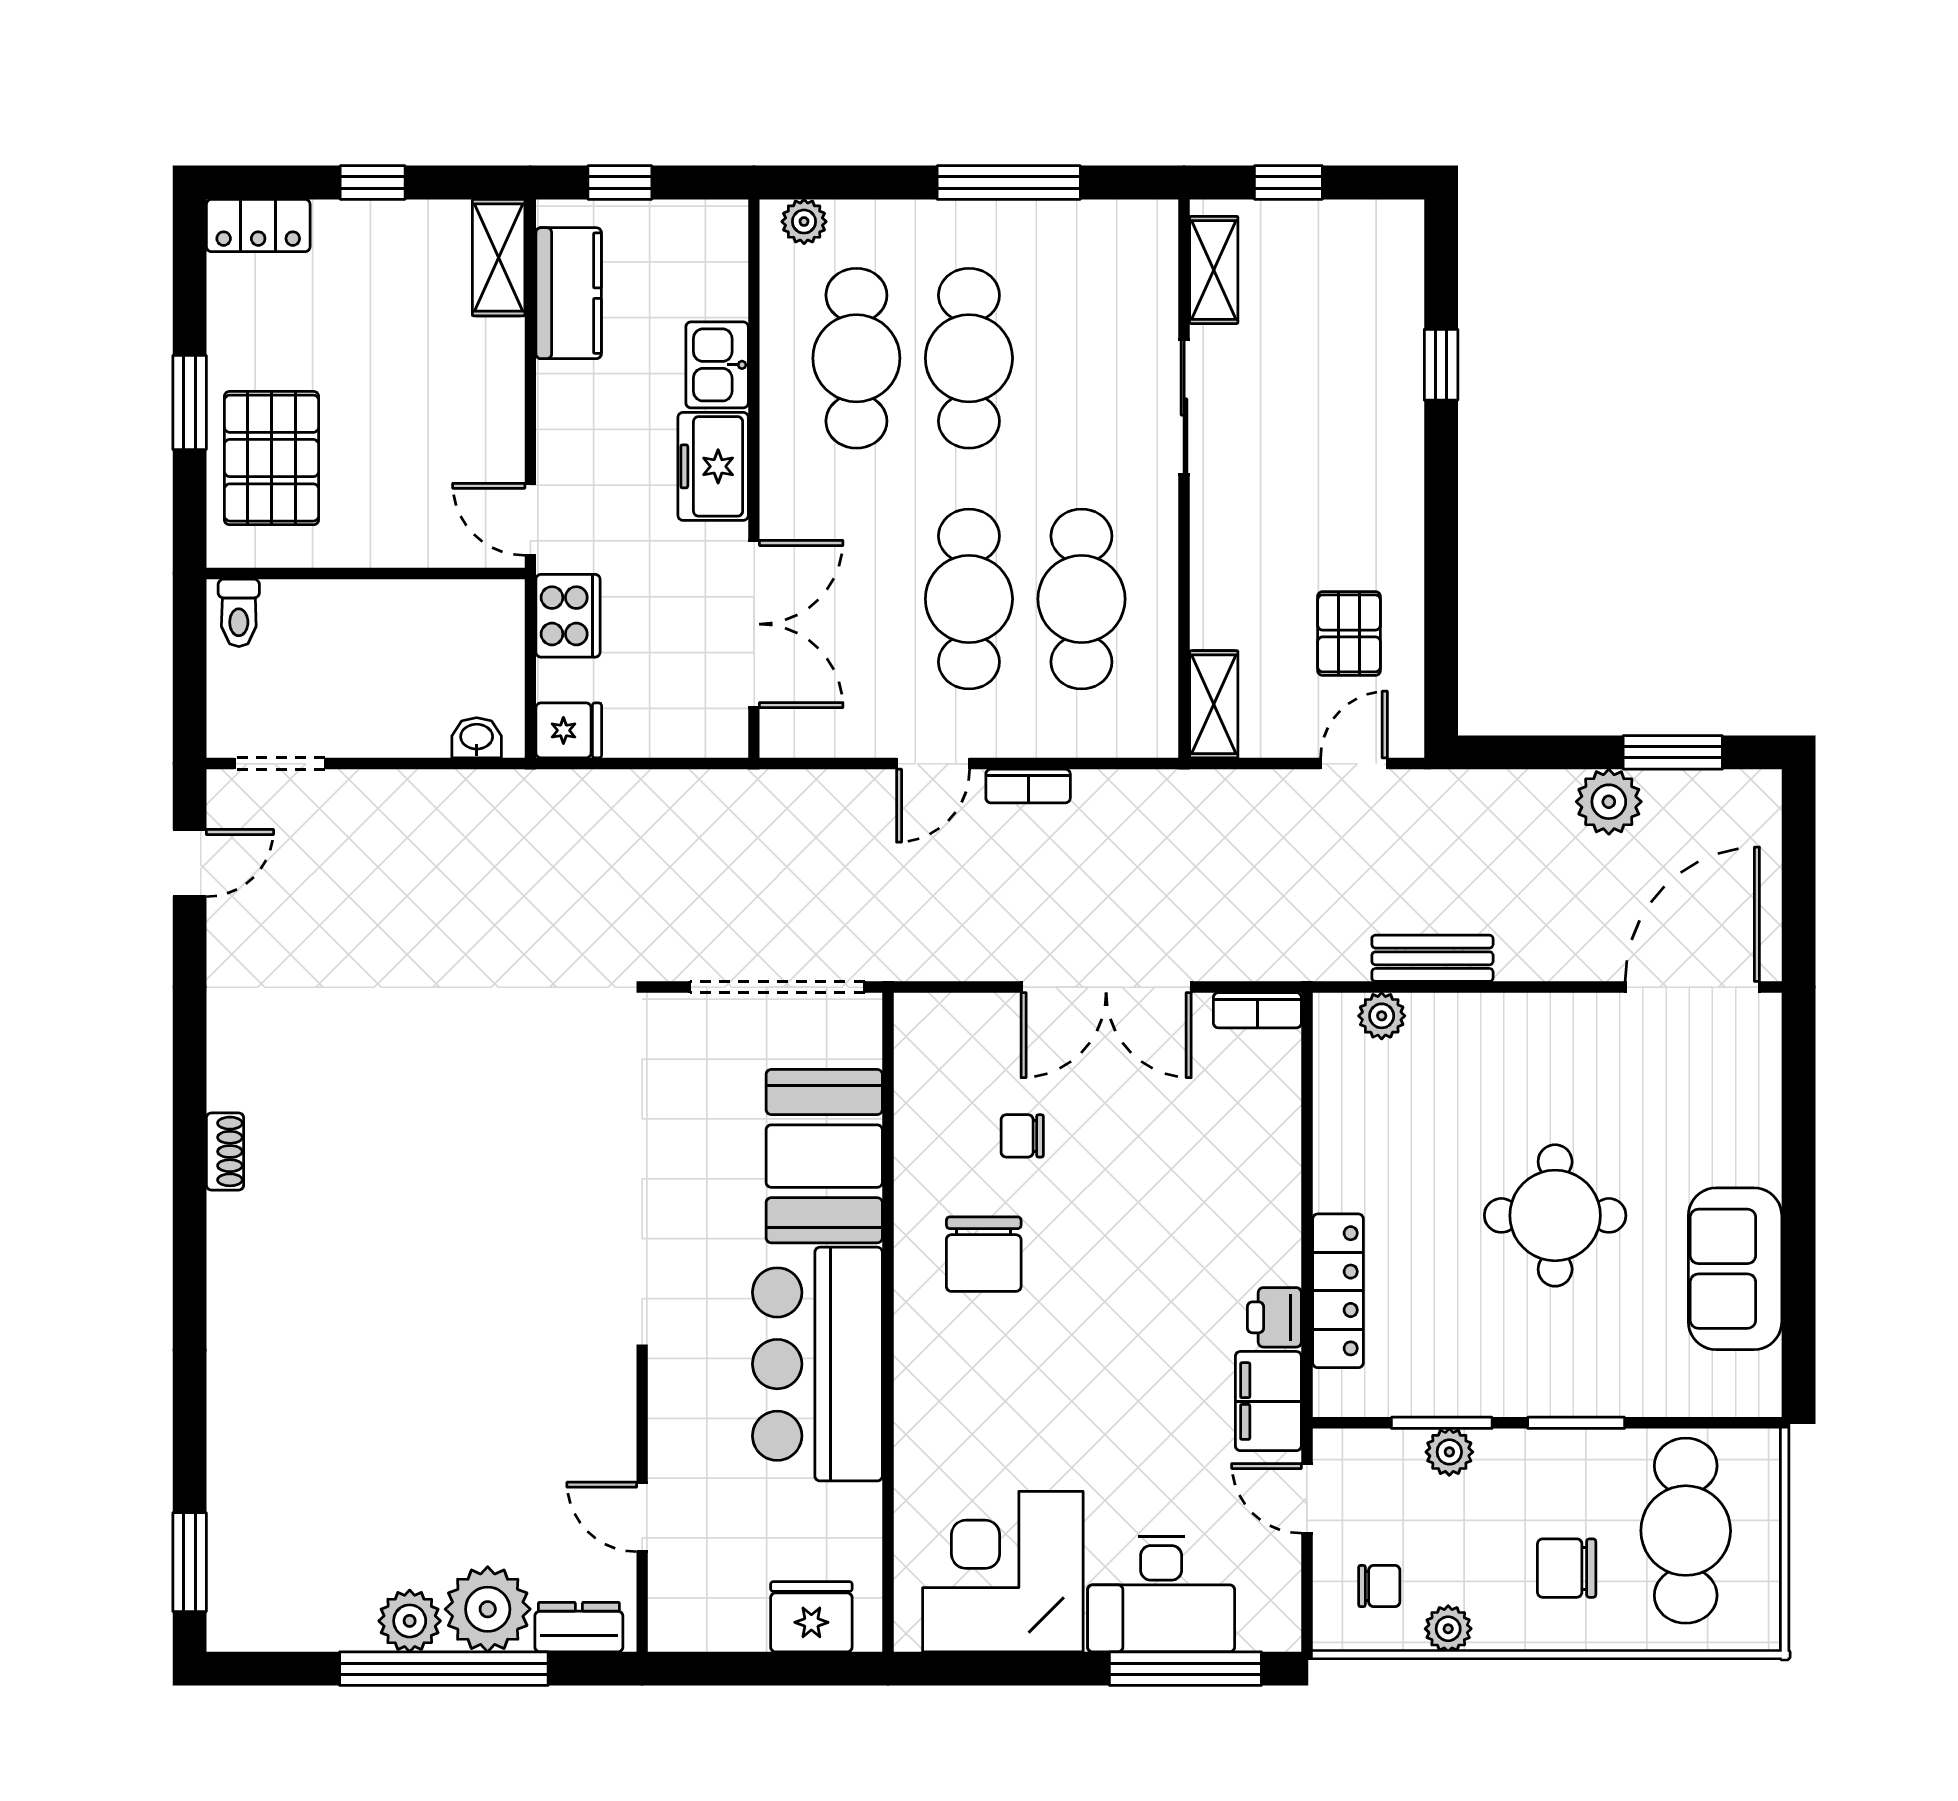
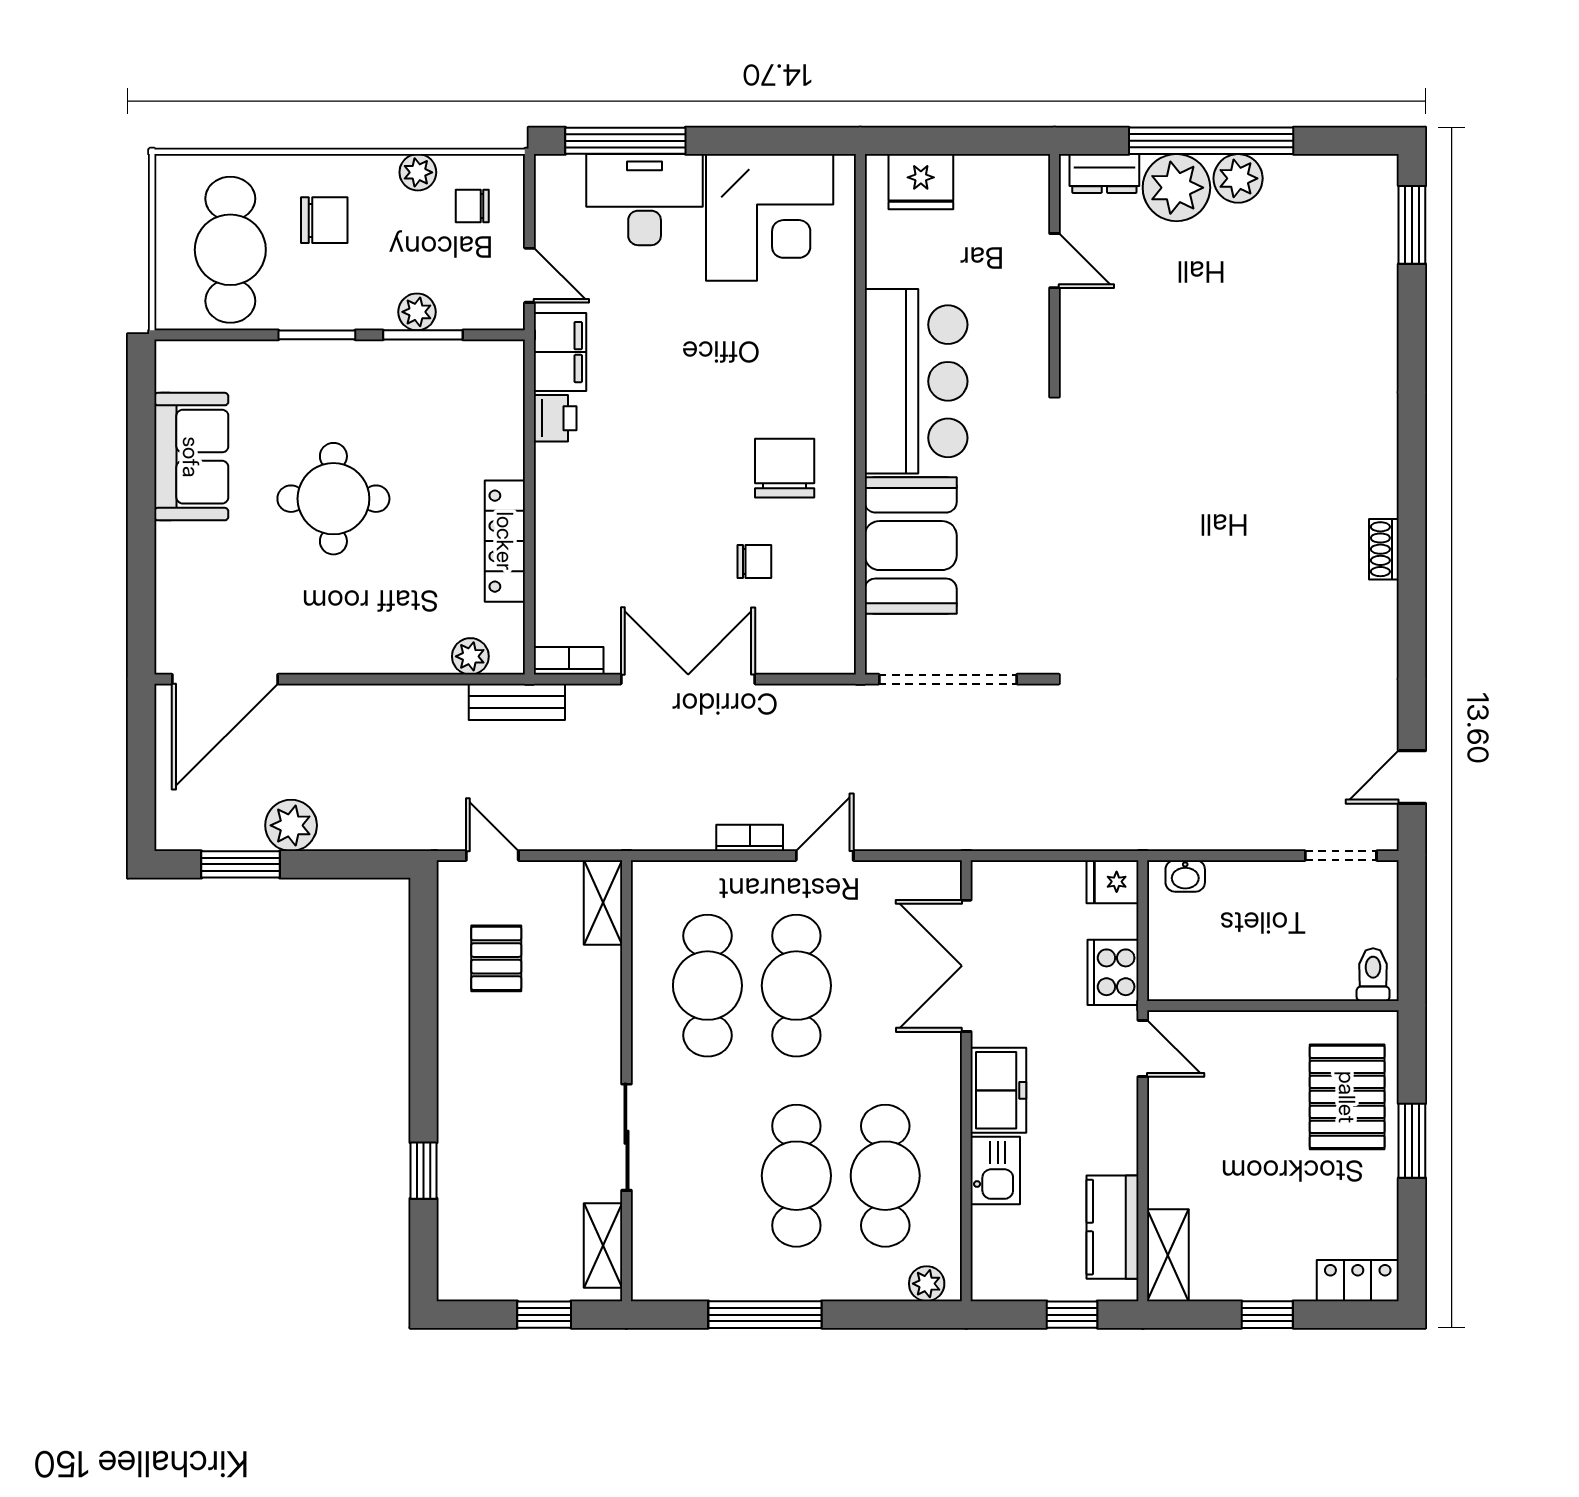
door: (1354, 764) -> (492, 856), swing flipped
bench: (1432, 958) -> (517, 702), moved
locker: (1338, 1291) -> (505, 541), moved

